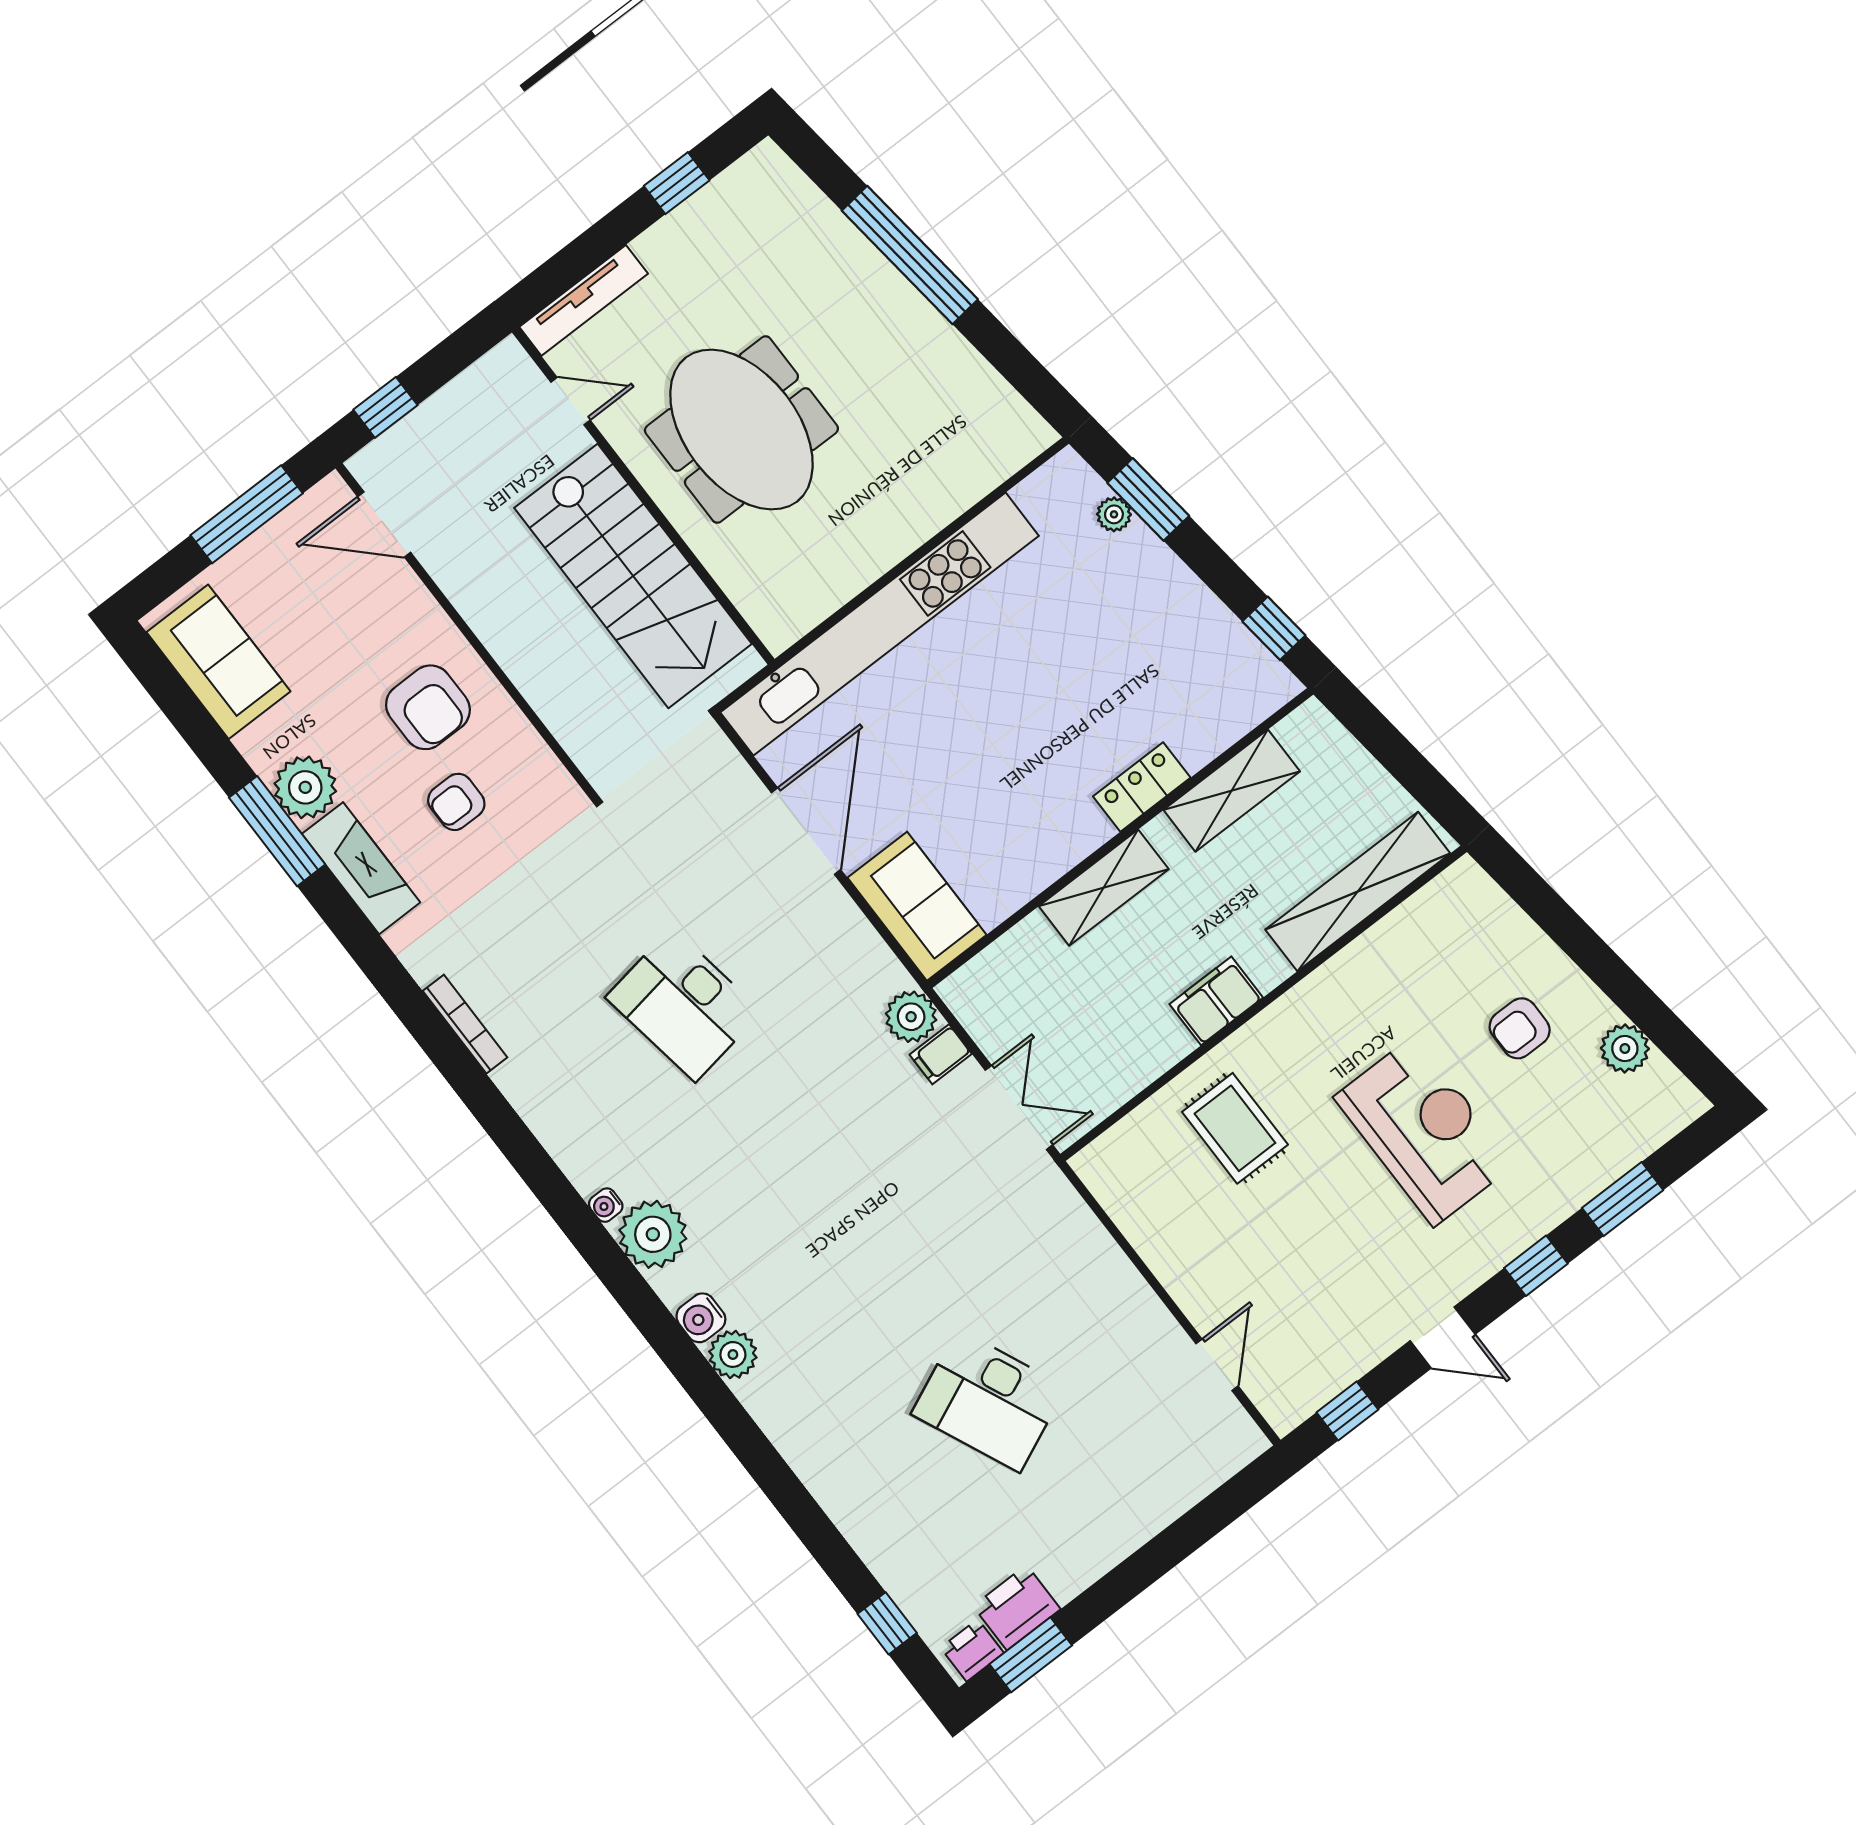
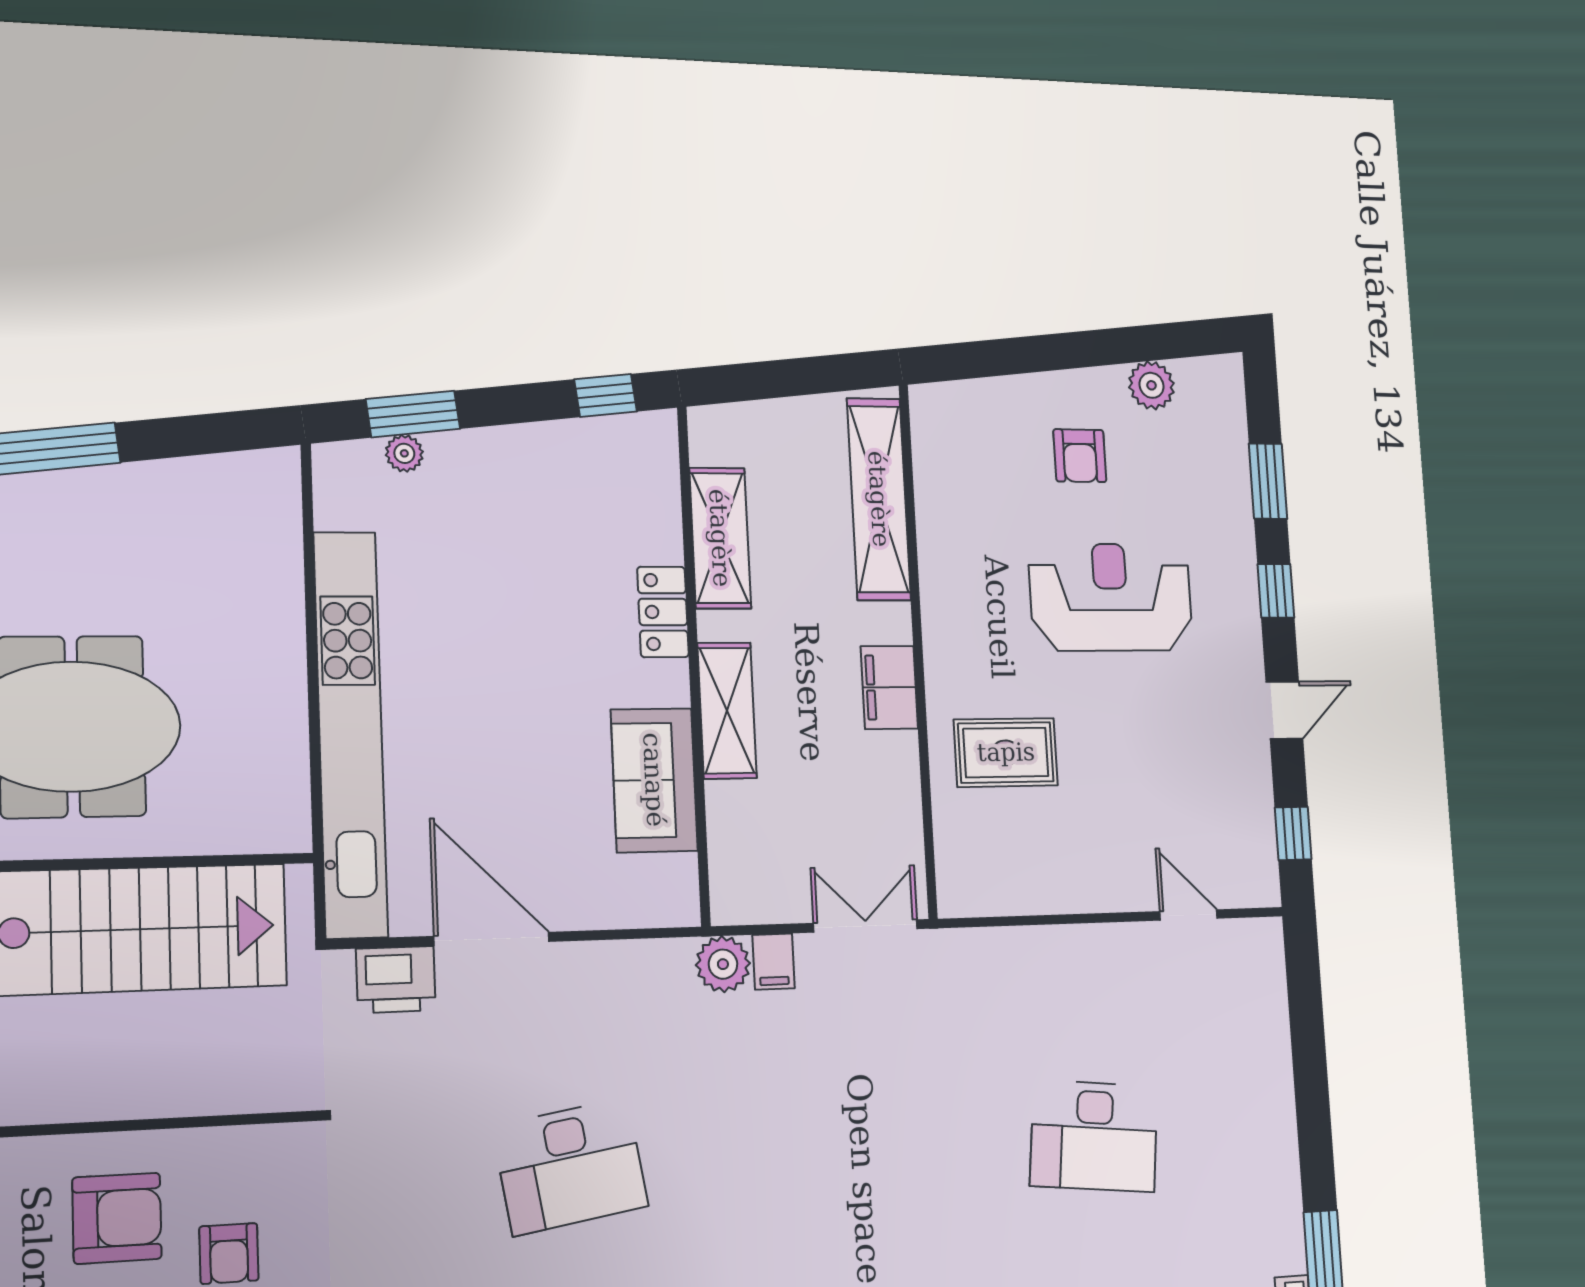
sofa: (917, 906) -> (654, 780), moved, turned -90
desk: (989, 1401) -> (1094, 1136), turned 30
printer: (1017, 1608) -> (396, 980), moved, turned -90

